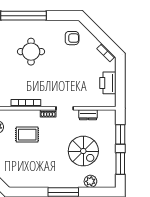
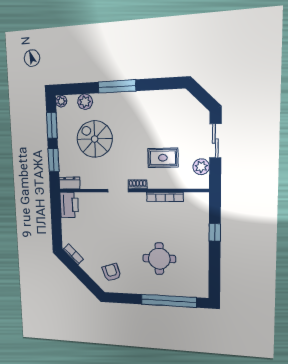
armchair: (72, 38) -> (112, 272), turned 73
printer: (108, 83) -> (69, 205), moved
dresser: (88, 115) -> (70, 183), moved
plant: (111, 183) -> (61, 101), added

